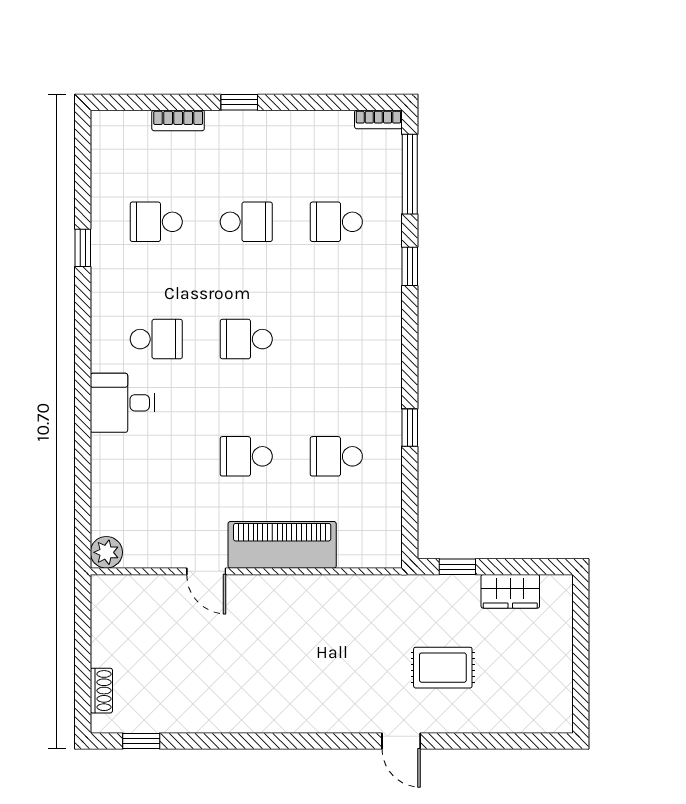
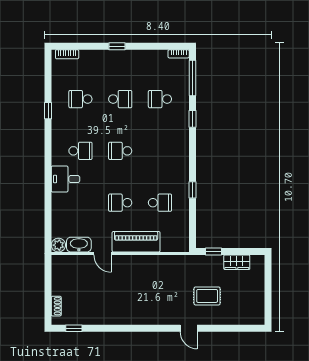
bookcase: (178, 120) -> (67, 54), moved
school desk: (336, 456) -> (160, 203), turned 180
washbasin: (153, 551) -> (79, 245), added

